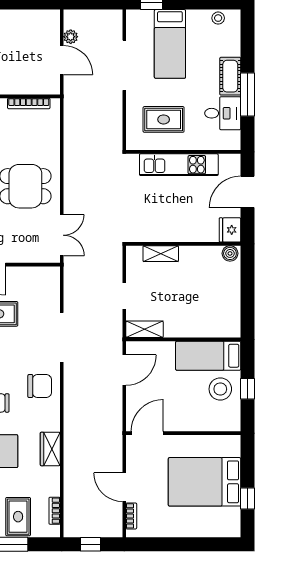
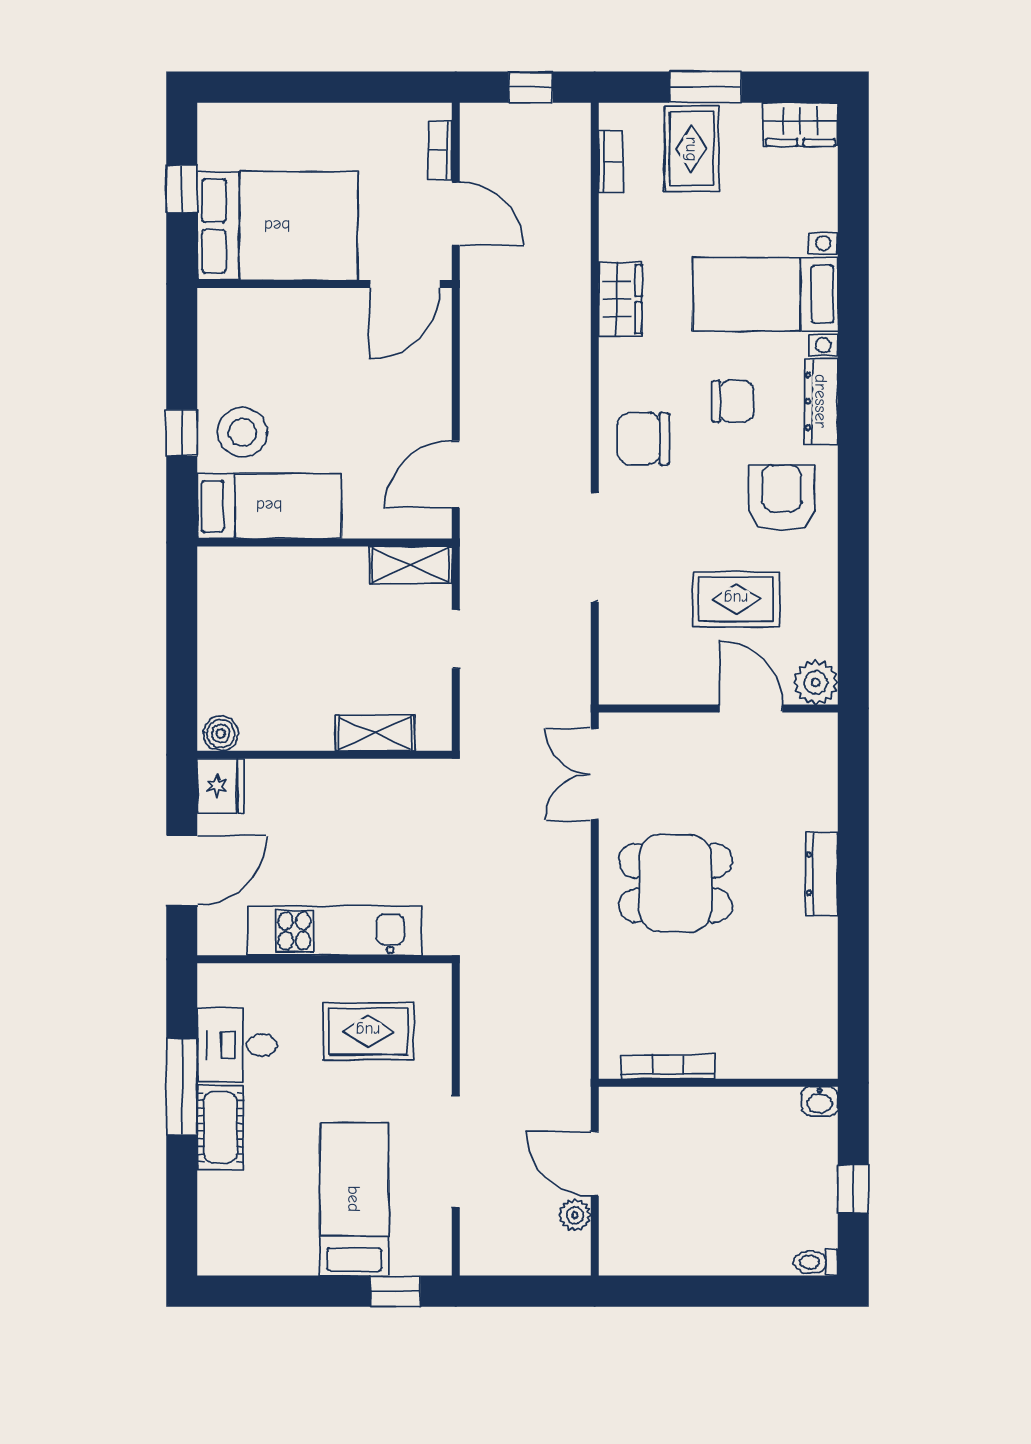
stool: (218, 18) -> (247, 1257), removed
door: (147, 433) -> (405, 284), moved
wall: (183, 433) -> (325, 284), moved

